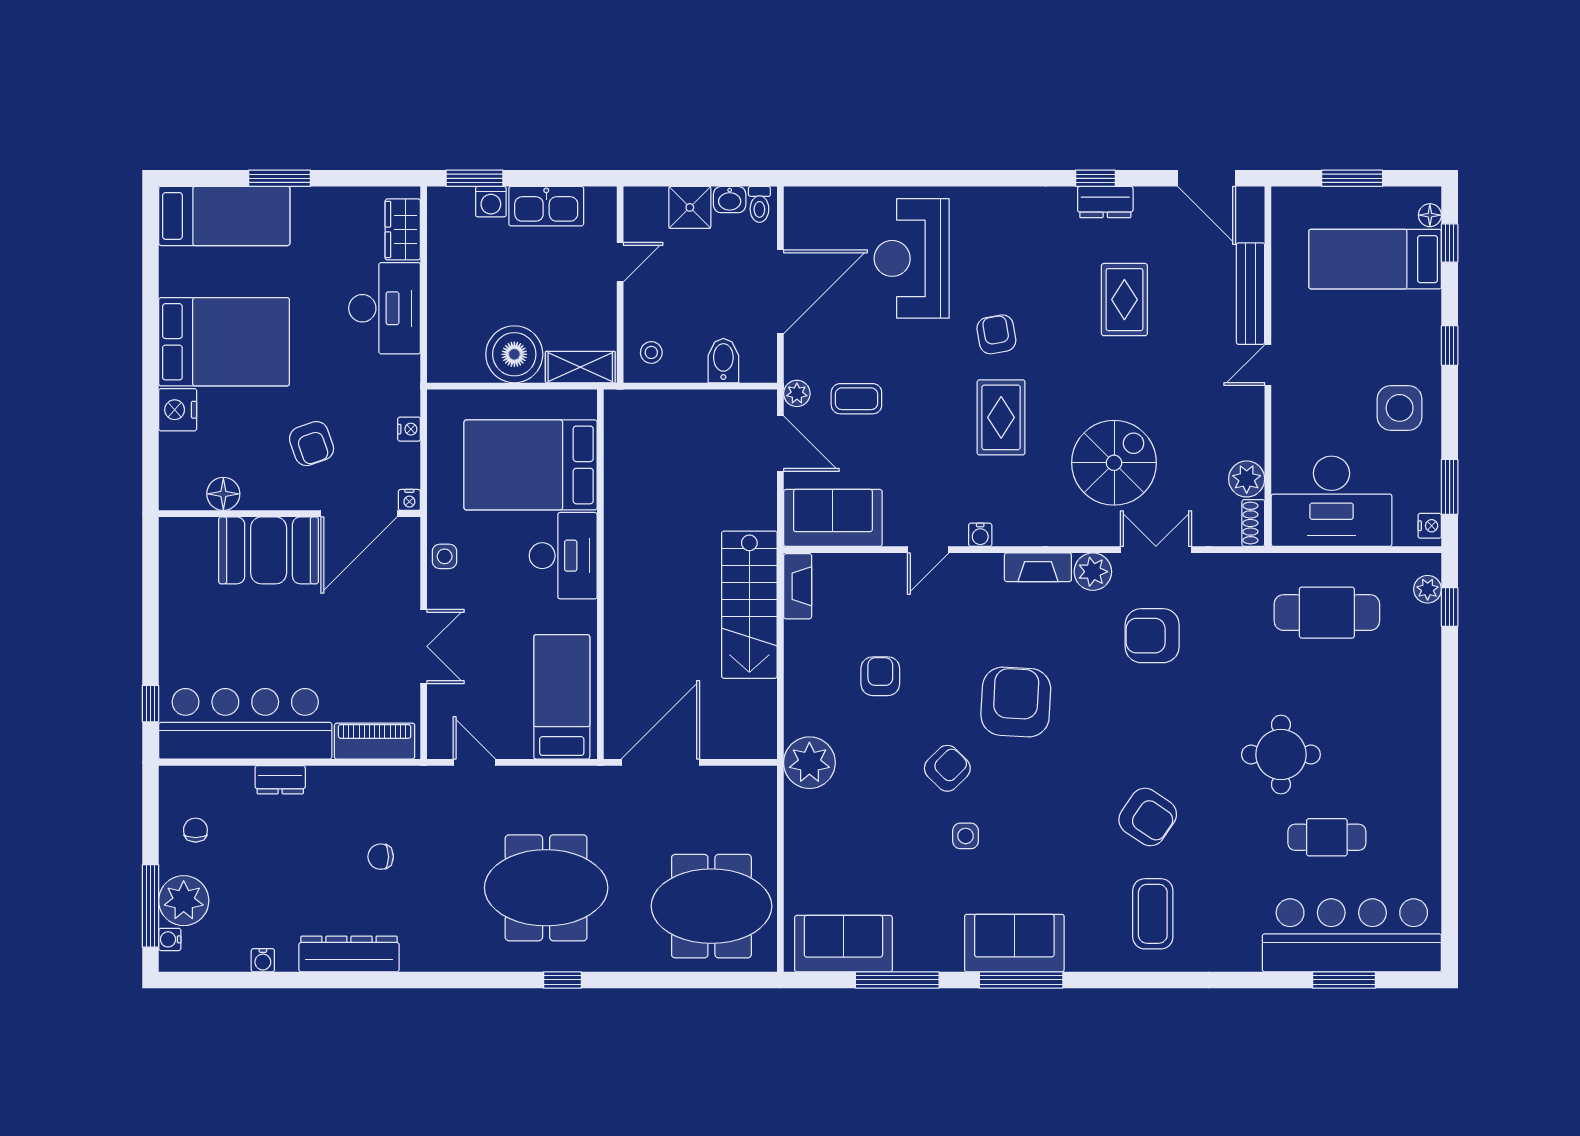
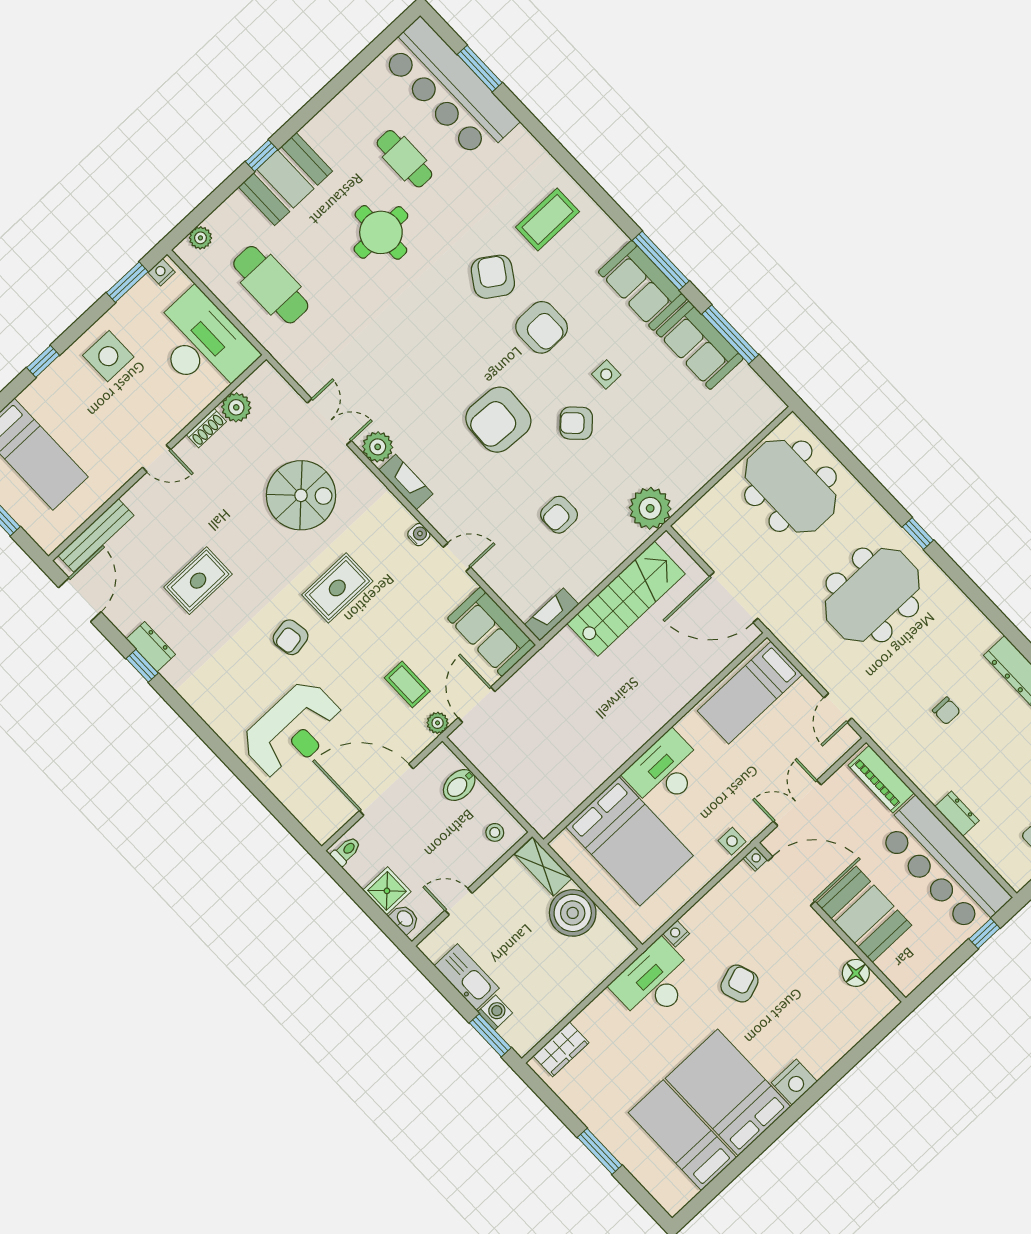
washbasin: (730, 200) -> (405, 919), moved
bed: (224, 216) -> (682, 1135), moved
bench: (1250, 294) -> (96, 535), moved
desk: (385, 308) -> (654, 982), moved
spiral stairs: (1114, 463) -> (301, 495), turned 180
floor lamp: (223, 494) -> (856, 973), moved
nightstand: (409, 500) -> (755, 859), moved
wall: (290, 514) -> (830, 922), moved
door: (359, 514) -> (792, 881), moved
shoe rack: (1253, 523) -> (206, 428), moved
booth: (269, 550) -> (864, 914), moved
double door: (1156, 550) -> (329, 422), swing flipped
stairs: (749, 605) -> (626, 599), moved
window: (1450, 607) -> (261, 156), moved
armchair: (1152, 636) -> (542, 327), moved
booth: (1409, 714) -> (285, 179), added
meeting table: (546, 888) -> (872, 595), turned 90
sofa: (843, 944) -> (700, 345), moved

